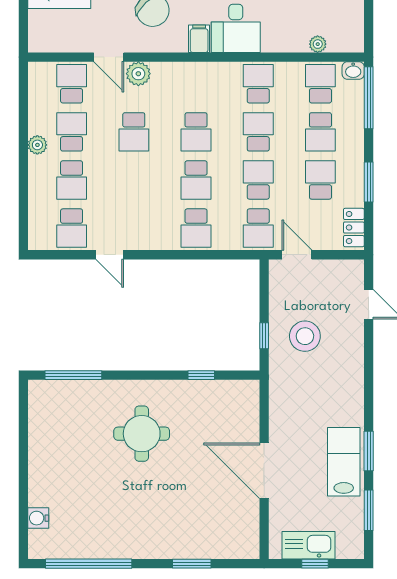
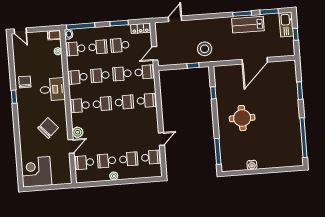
filing cabinet: (199, 39) -> (54, 35), moved
school desk: (134, 132) -> (80, 106), moved, turned 180
stool: (305, 336) -> (205, 49), moved
water cooler: (38, 518) -> (252, 165), moved
kitchen sink: (308, 545) -> (286, 24), moved

